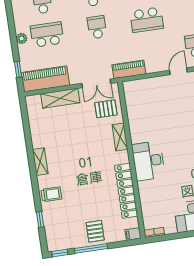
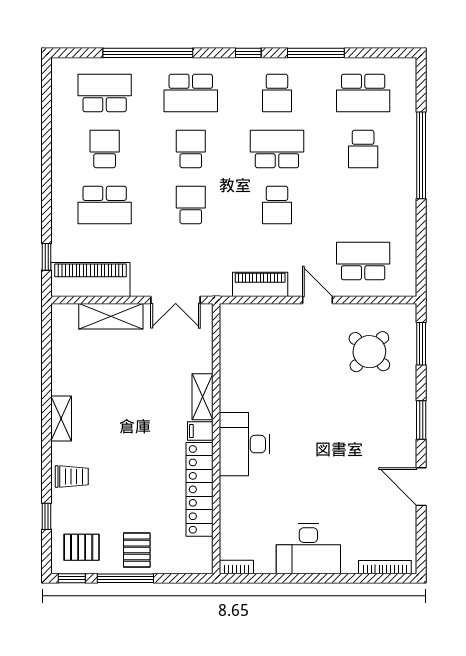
school desk: (147, 20) -> (277, 205), width x0.54
school desk: (47, 35) -> (105, 205), turned 180
plant: (22, 39) -> (60, 205), removed
piano: (129, 69) -> (260, 284), moved
door: (178, 71) -> (318, 300), hinge flipped
pallet: (106, 109) -> (82, 547), moved
filing cabinet: (133, 234) -> (200, 431), moved

